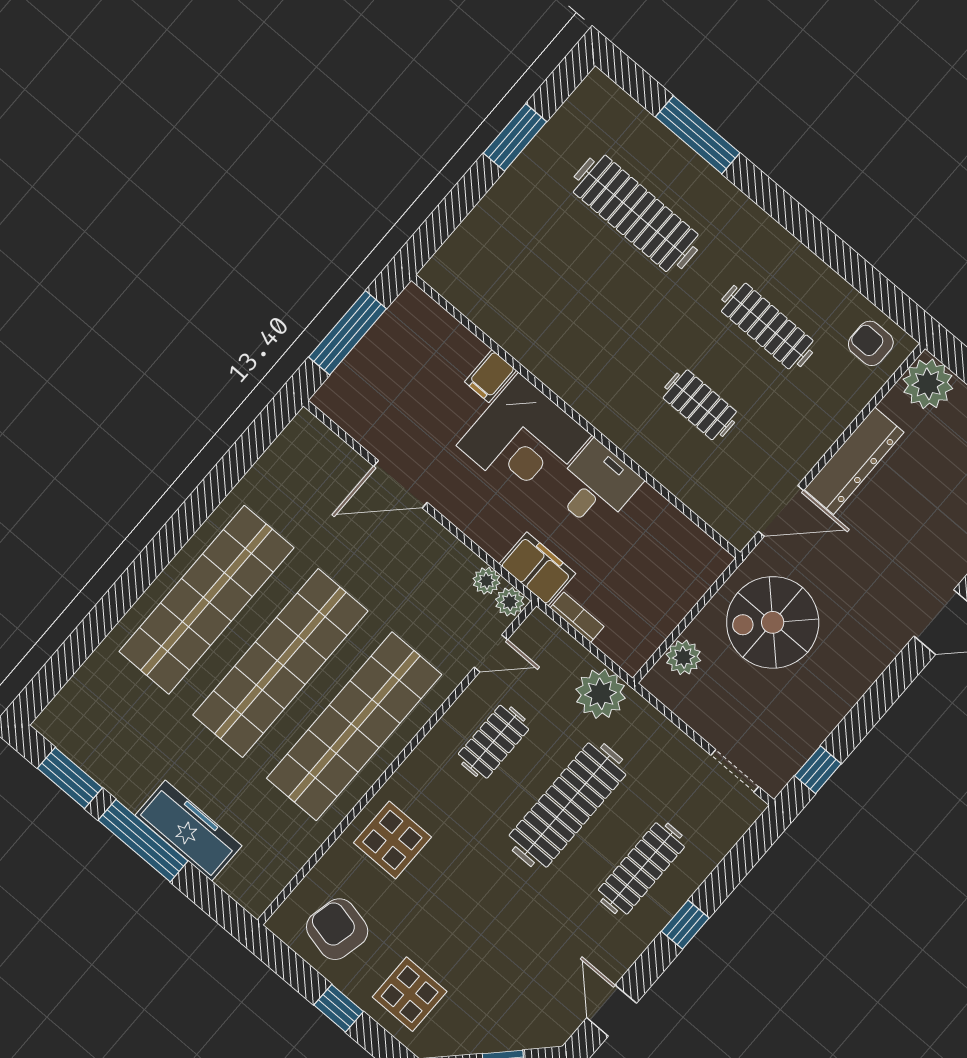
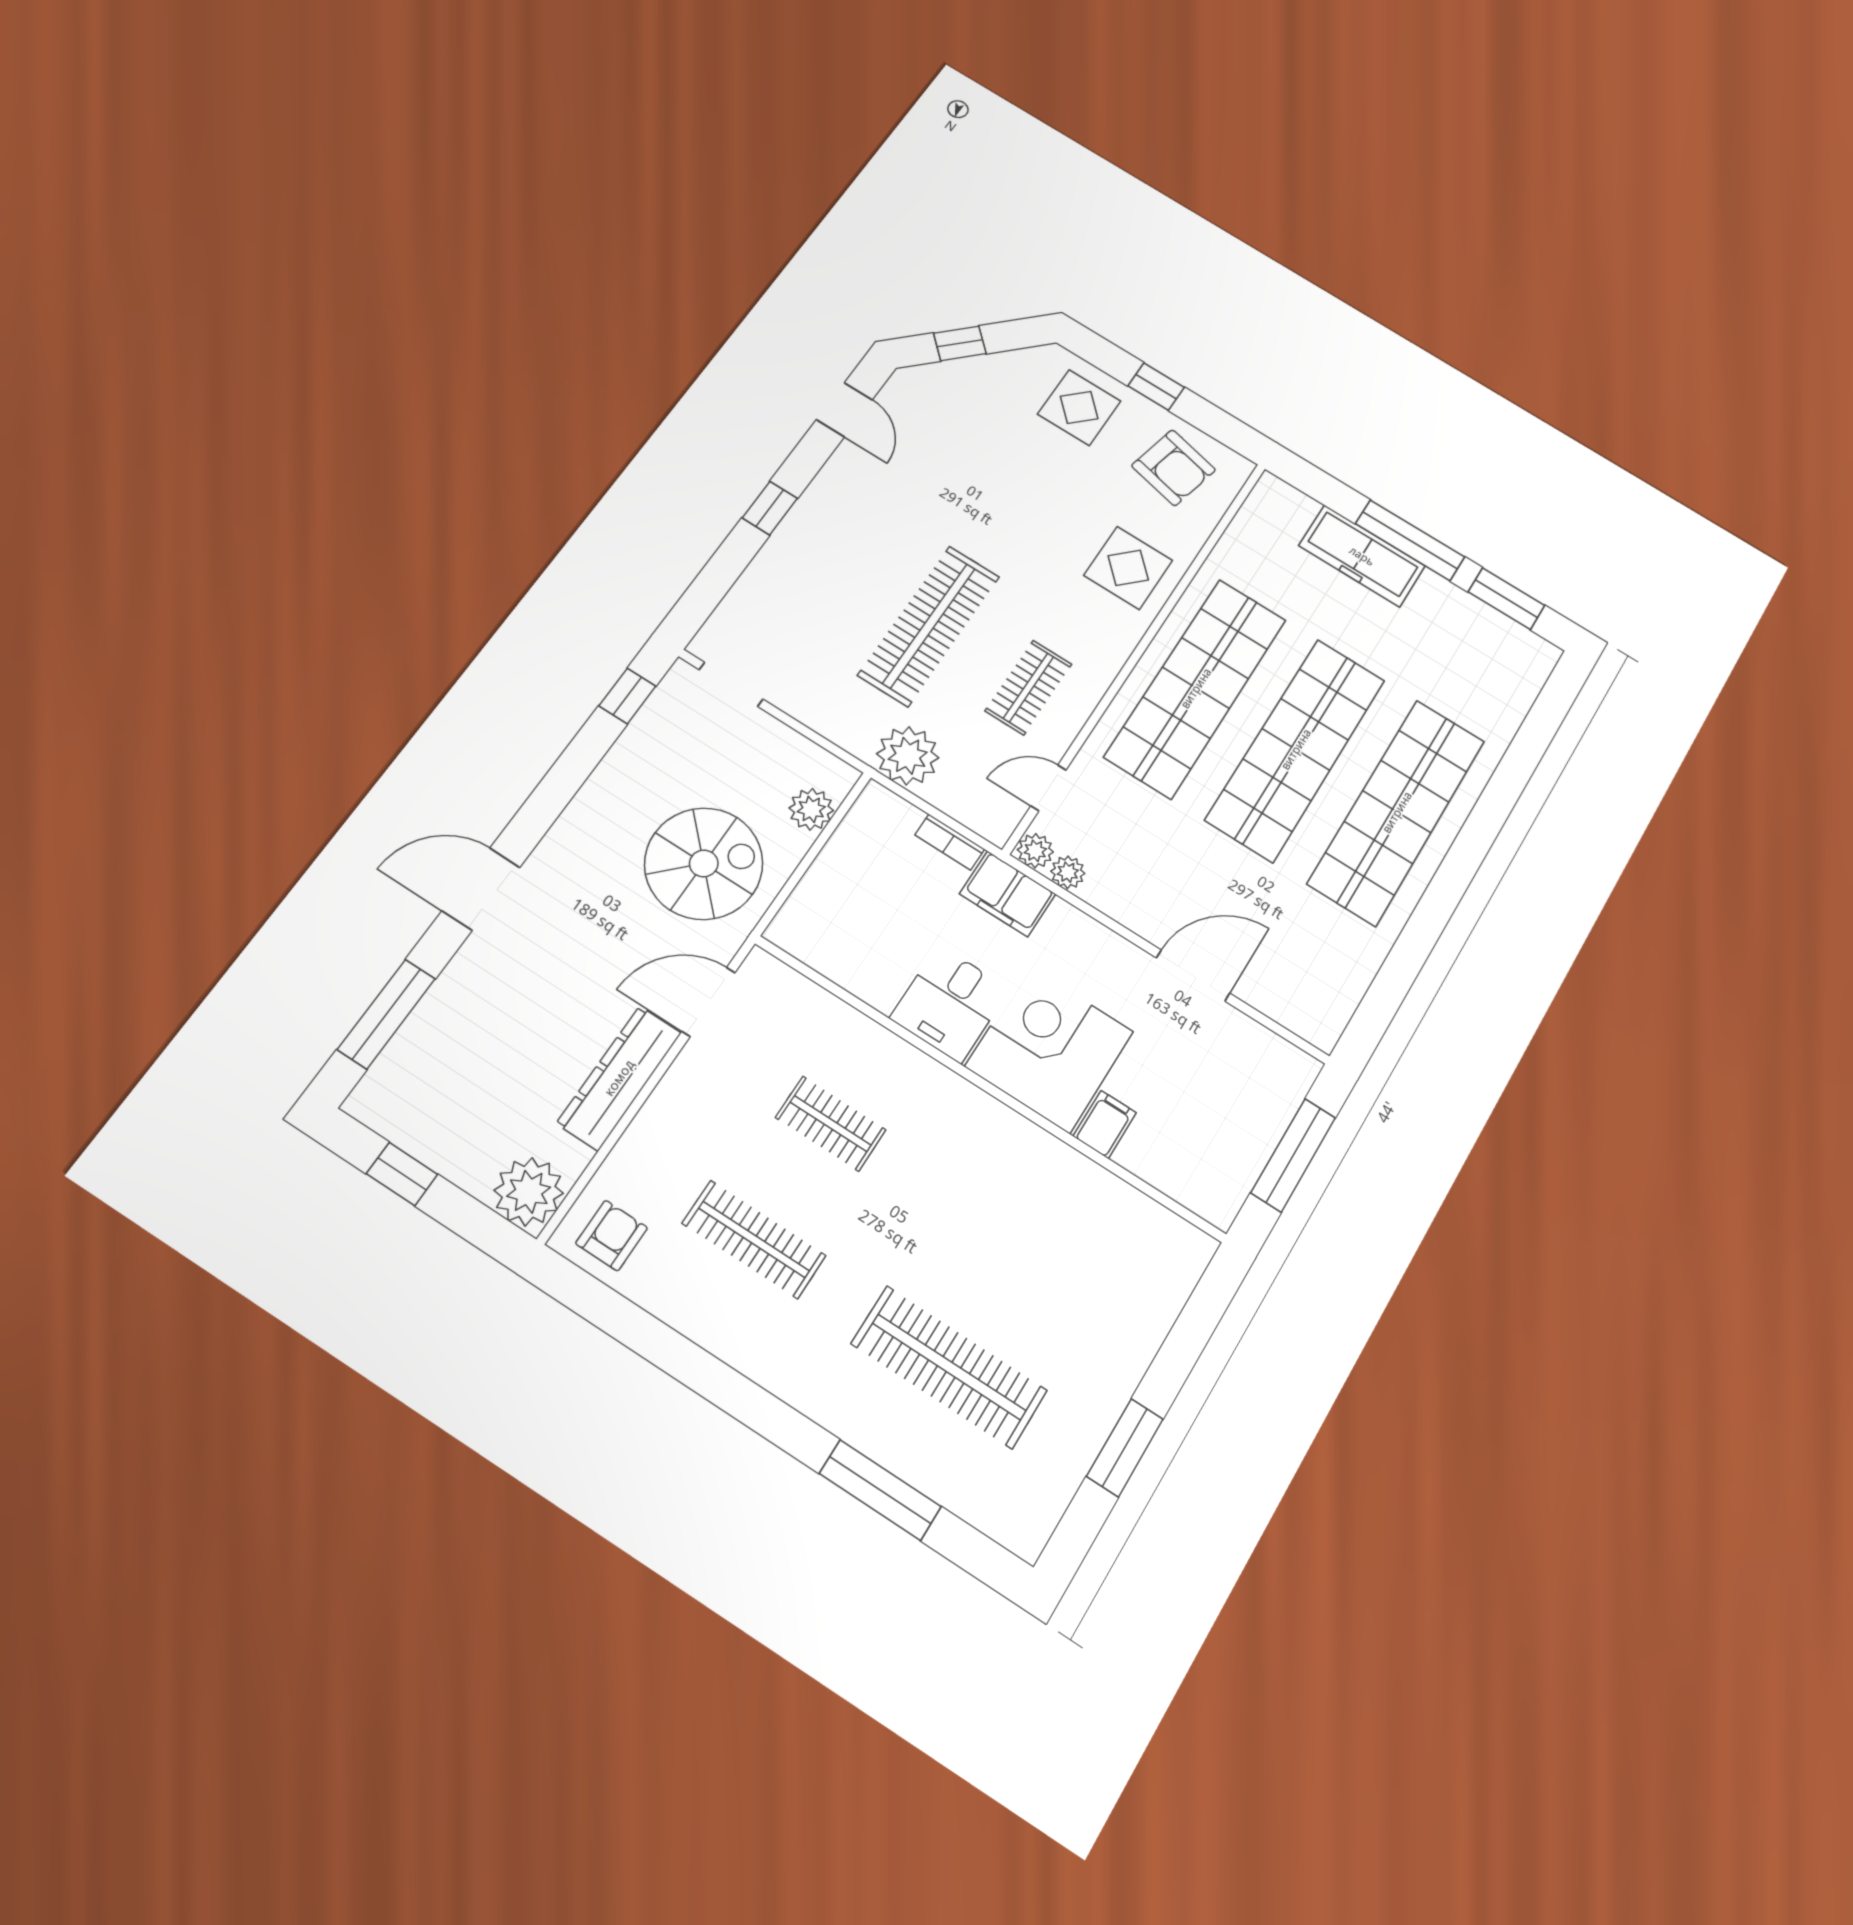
armchair: (871, 343) -> (612, 1236), turned -90
clothes rail: (641, 868) -> (830, 564), removed

